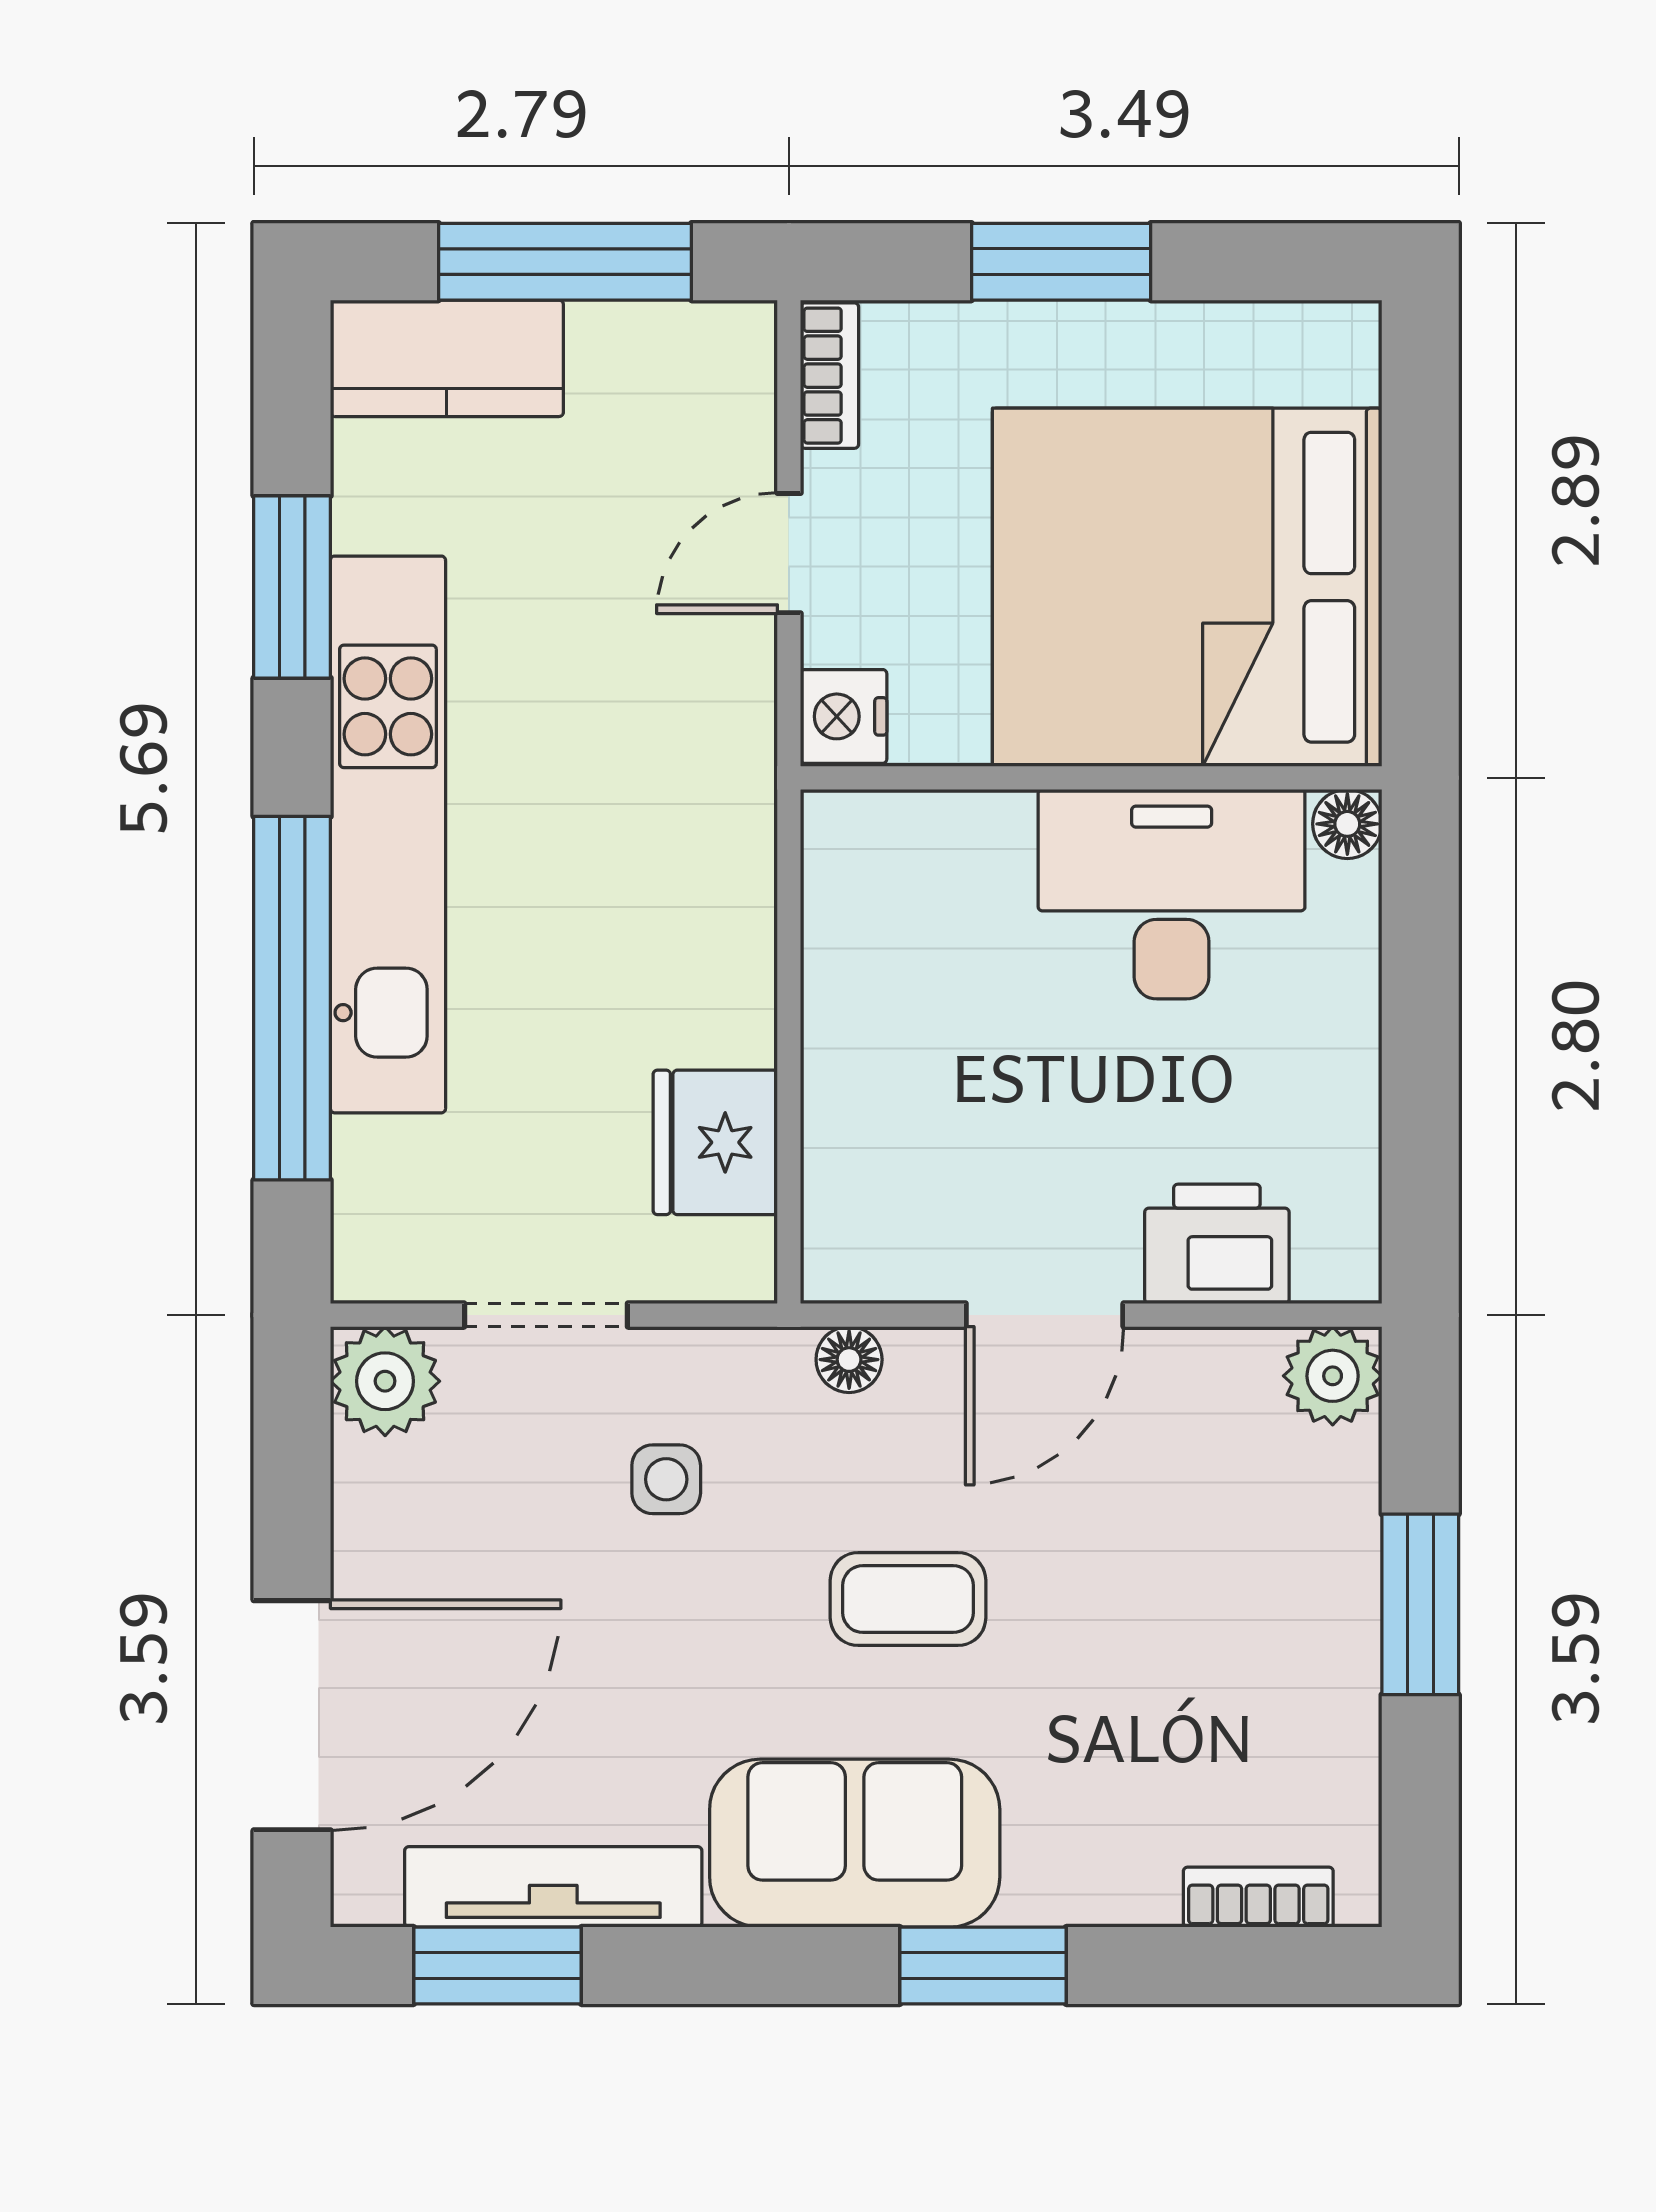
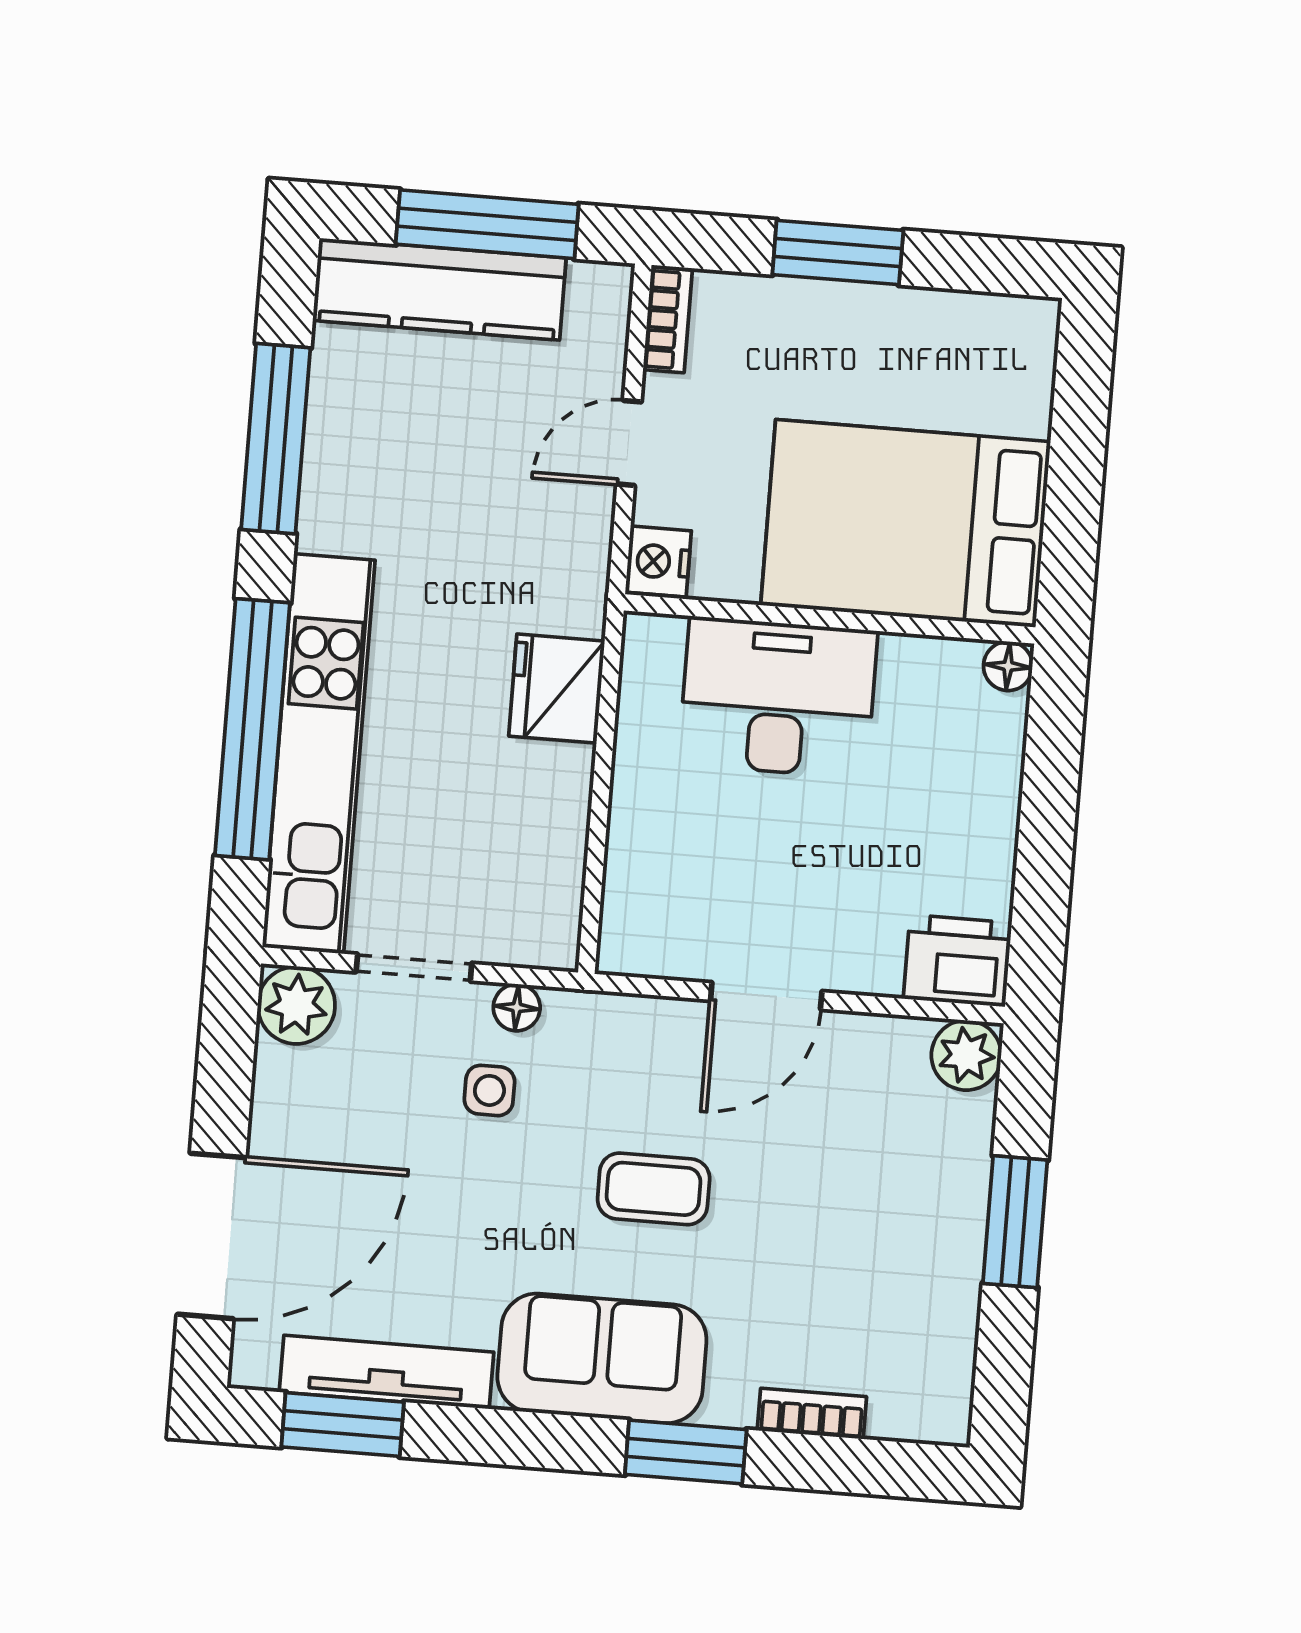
kitchen counter: (447, 358) -> (439, 289), width x1.50
window: (292, 587) -> (276, 439), width x1.44
bed: (1187, 587) -> (906, 523), width x0.73
kitchen unit: (388, 834) -> (319, 754), moved
desk: (1172, 894) -> (778, 698), moved
fridge: (715, 1142) -> (557, 689), moved
printer: (1217, 1244) -> (958, 961), moved
floor lamp: (849, 1360) -> (517, 1008), moved
bookcase: (1258, 1897) -> (812, 1414), moved

